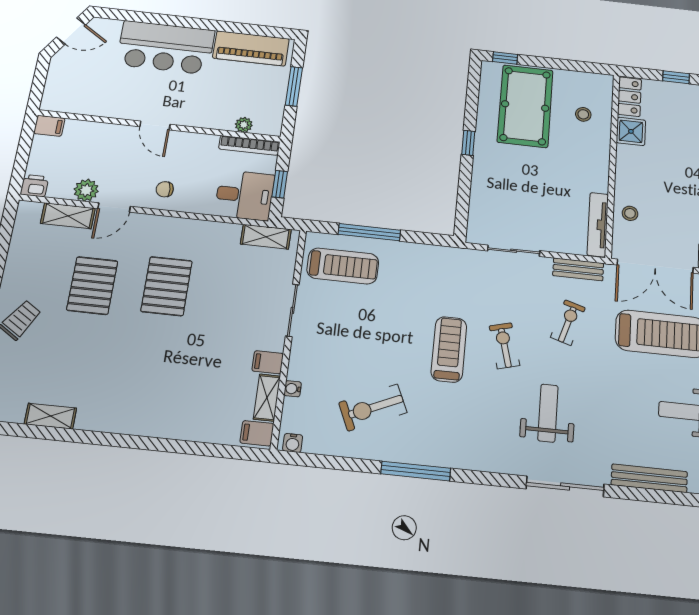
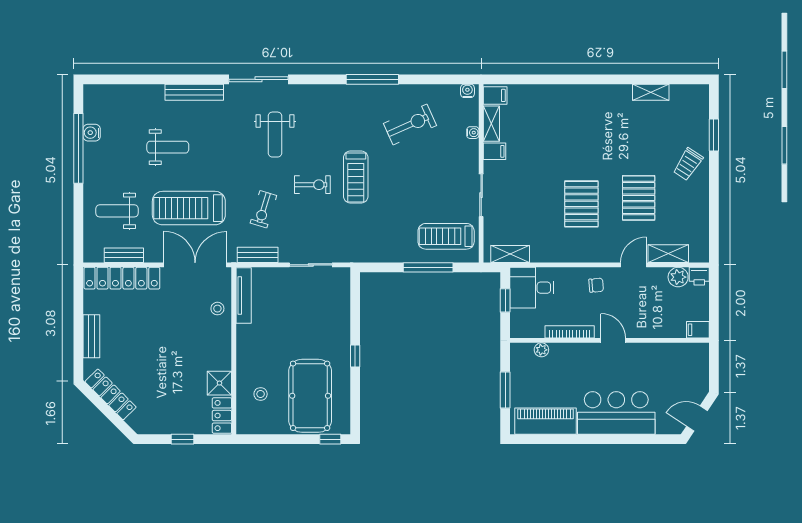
bookcase: (249, 145) -> (570, 332), moved
plant: (86, 190) -> (678, 277), moved
exercise bike: (504, 346) -> (312, 185), turned -75

